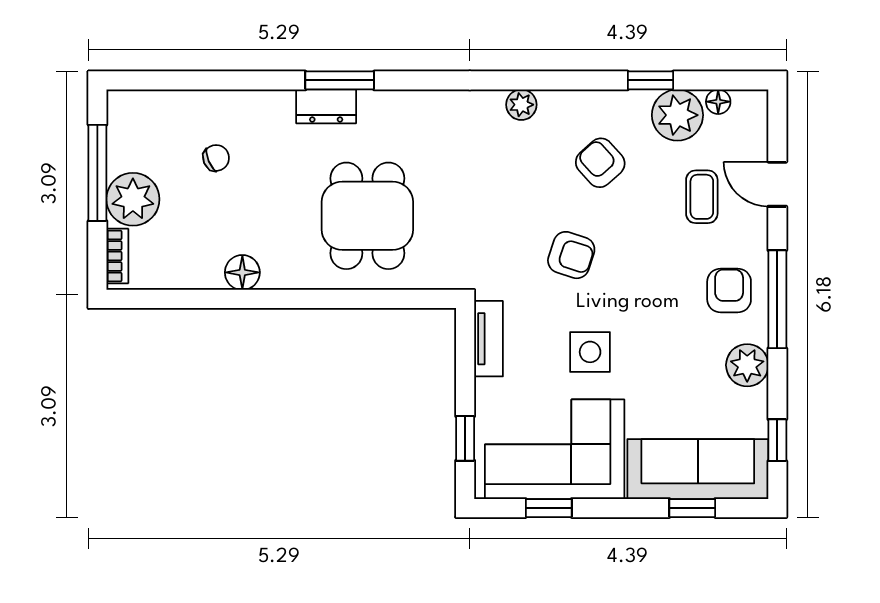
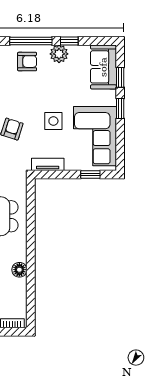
armchair: (729, 291) -> (27, 62), turned 180
window: (777, 440) -> (69, 41), moved
sofa: (698, 469) -> (103, 67), width x0.73
window: (549, 508) -> (120, 108), moved

